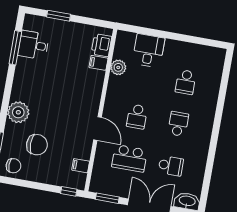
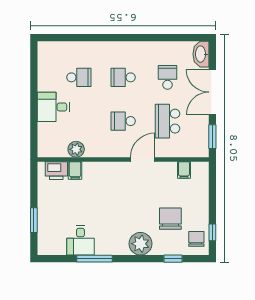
desk: (33, 45) -> (80, 240), moved
window: (15, 48) -> (95, 259), moved
desk: (148, 51) -> (53, 107), moved
school desk: (137, 117) -> (123, 121), turned 180
school desk: (129, 158) -> (168, 121), turned 180
window: (69, 191) -> (212, 232), moved

